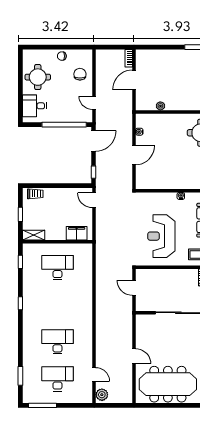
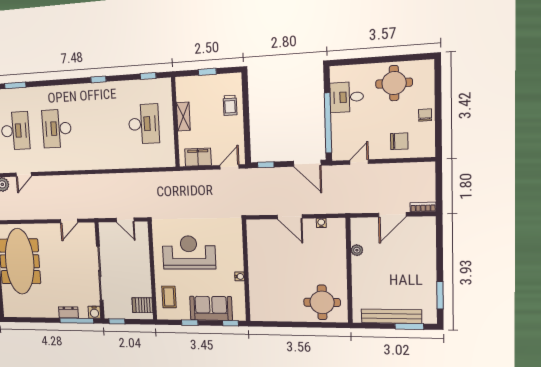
door: (134, 80) -> (392, 215), swing flipped
desk: (34, 106) -> (347, 97), moved, turned -90
trolley: (35, 194) -> (230, 105), moved
filing cabinet: (77, 233) -> (198, 157), moved, turned -90
shelving: (34, 235) -> (183, 117), moved
door: (134, 288) -> (125, 220), swing flipped
desk: (57, 342) -> (57, 129), turned 180
door: (134, 356) -> (69, 221), moved

